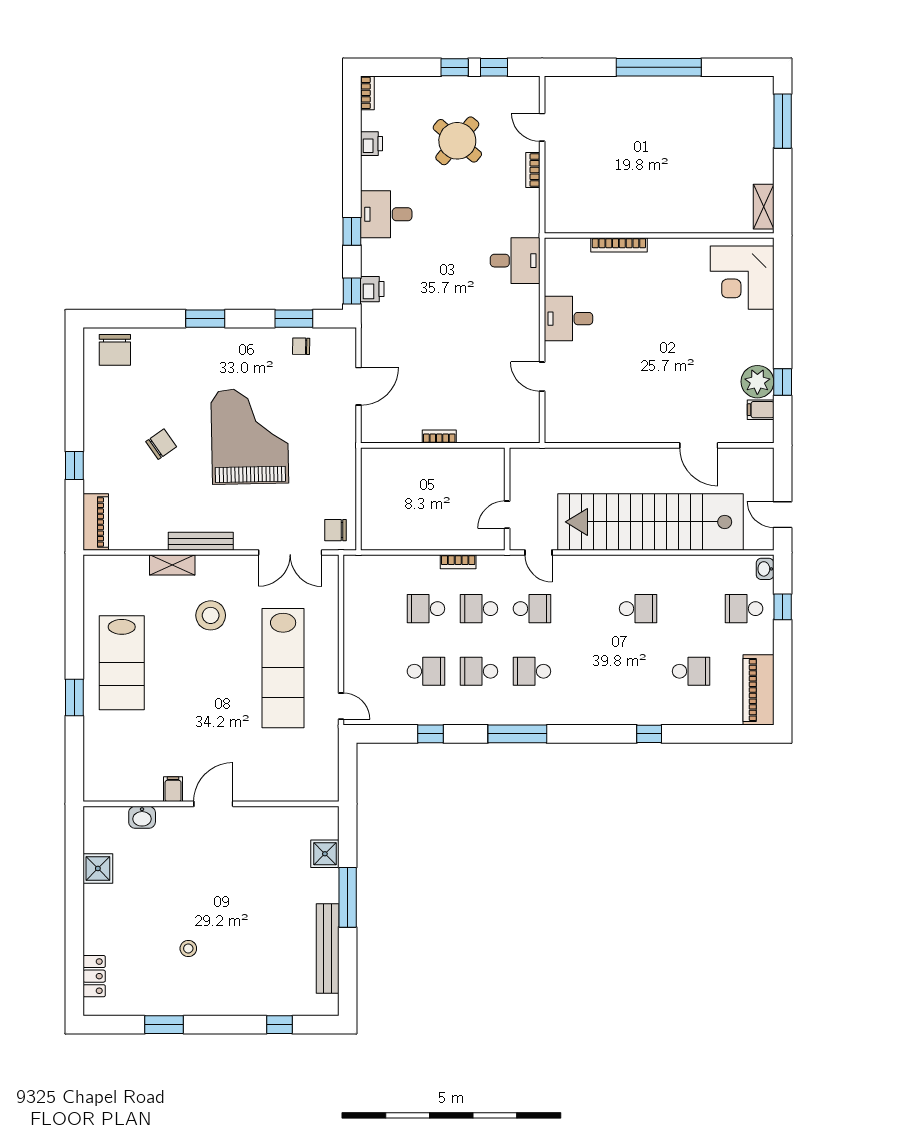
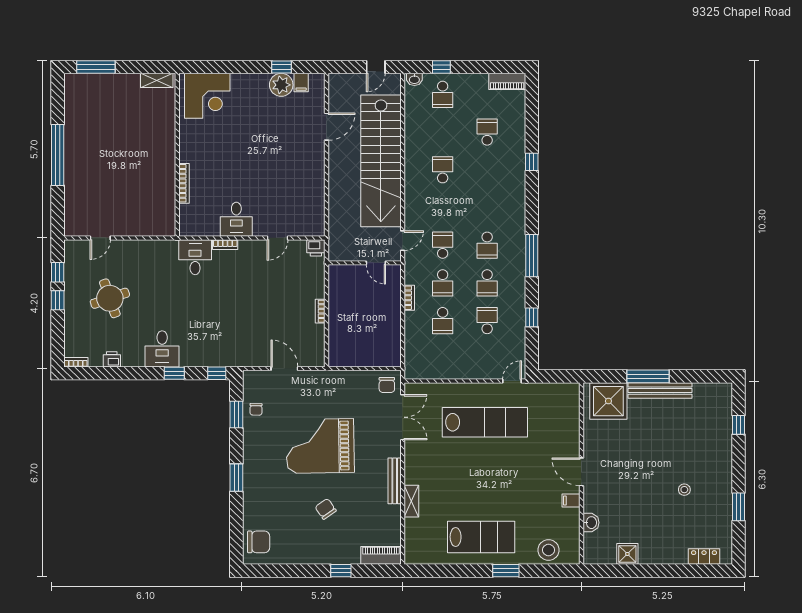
round table: (457, 141) -> (110, 298), turned 31
bookcase: (533, 170) -> (225, 245), moved
printer: (372, 289) -> (316, 248), moved, turned 180
stool: (211, 615) -> (549, 550), moved
piano: (758, 690) -> (507, 81), width x0.73, depth x0.75
shower: (325, 854) -> (608, 401), width x1.86, depth x1.86
bench: (328, 948) -> (660, 391), moved

